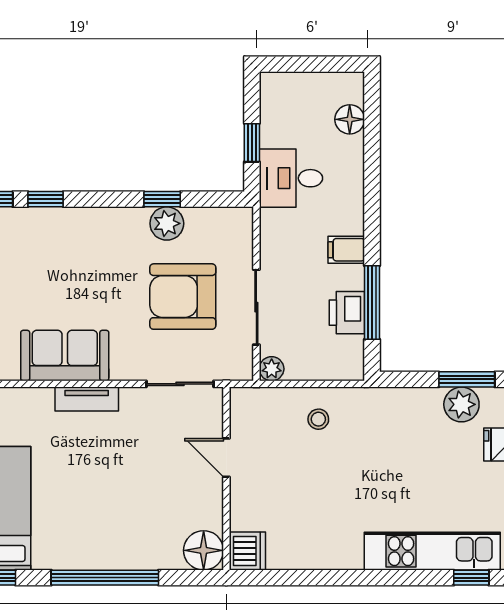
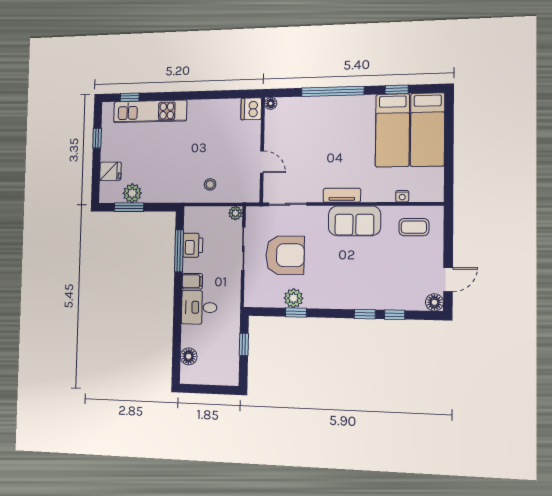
desk: (291, 178) -> (199, 307), moved, turned 180
floor lamp: (204, 550) -> (271, 103), width x0.53, depth x0.53

